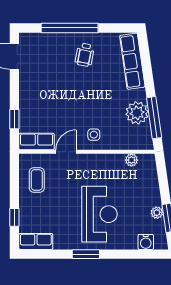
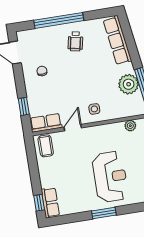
chair: (41, 82) -> (42, 71), added
coffee table: (37, 180) -> (46, 146), moved
window: (14, 217) -> (39, 203), moved
row of seats: (36, 241) -> (50, 203), moved, turned 90

